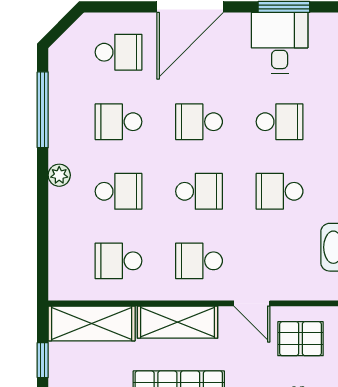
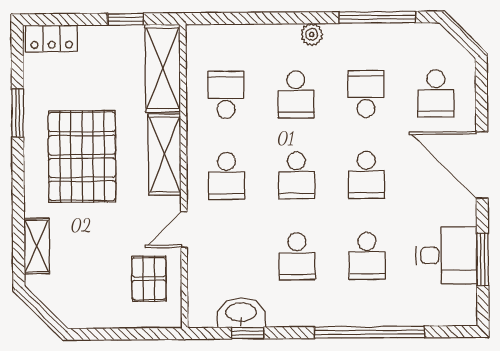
school desk: (199, 122) -> (366, 175), turned 180
school desk: (280, 191) -> (297, 256), turned 180
school desk: (199, 261) -> (226, 176), turned 180

